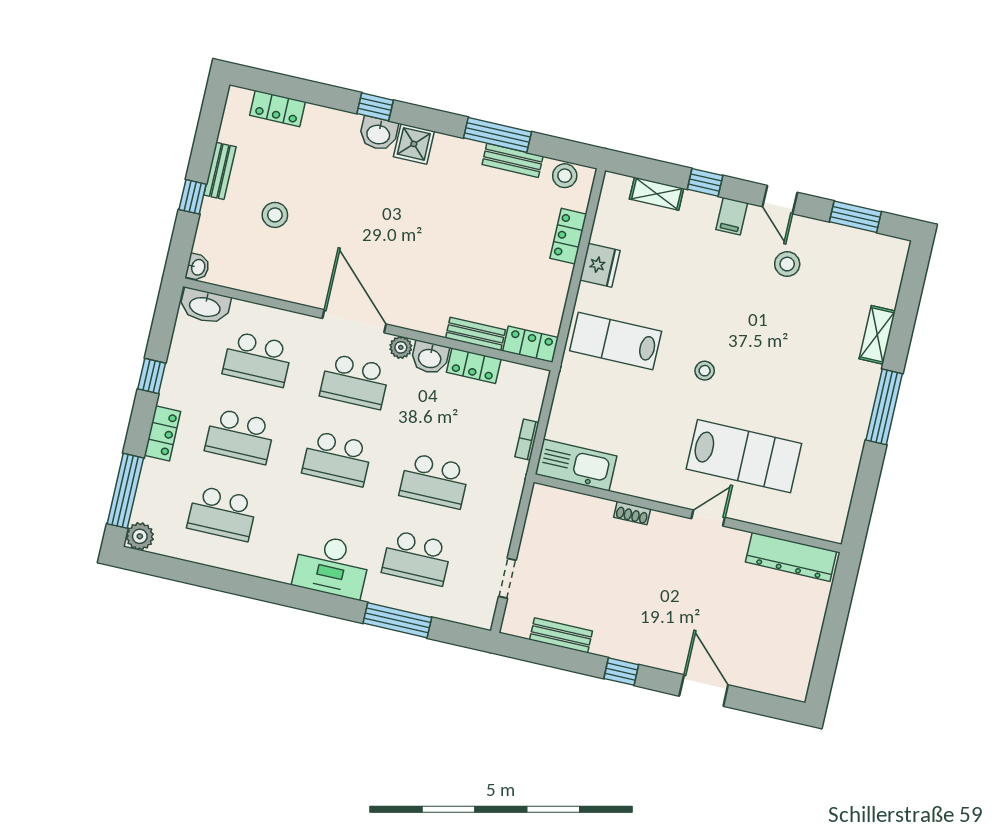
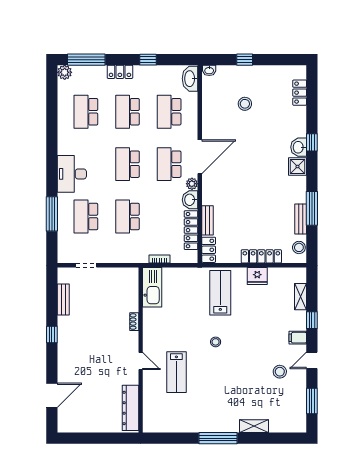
bench: (220, 171) -> (261, 70), removed
locker: (568, 236) -> (261, 256), width x1.53
locker: (474, 366) -> (191, 230), width x1.53
lab bench: (744, 456) -> (176, 372), width x0.73, depth x0.72
door: (704, 690) -> (52, 395), moved

